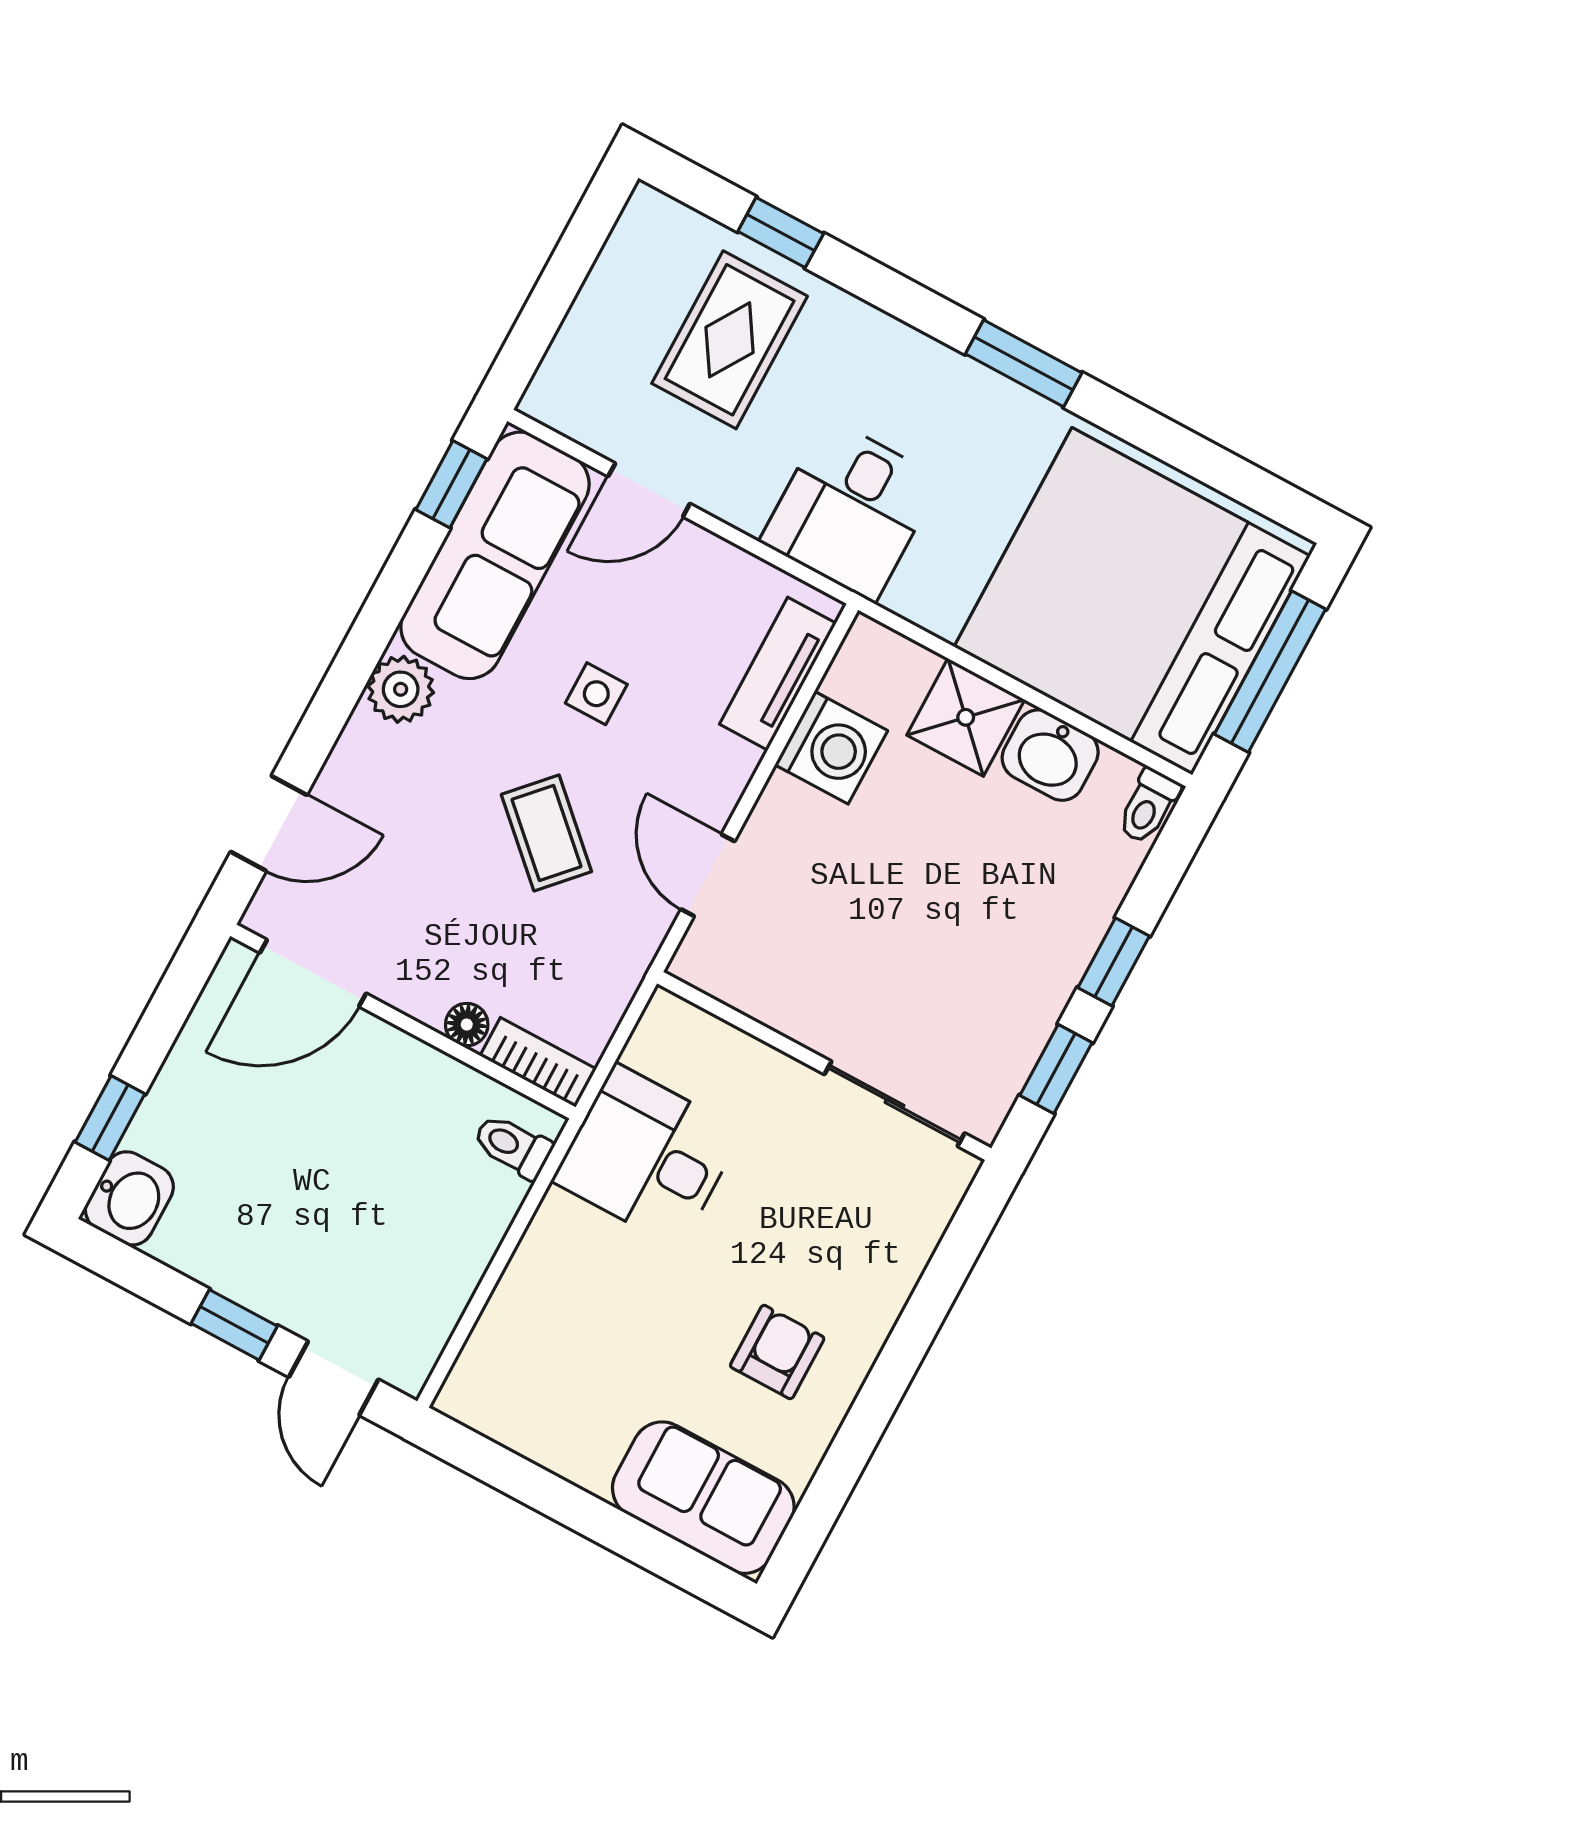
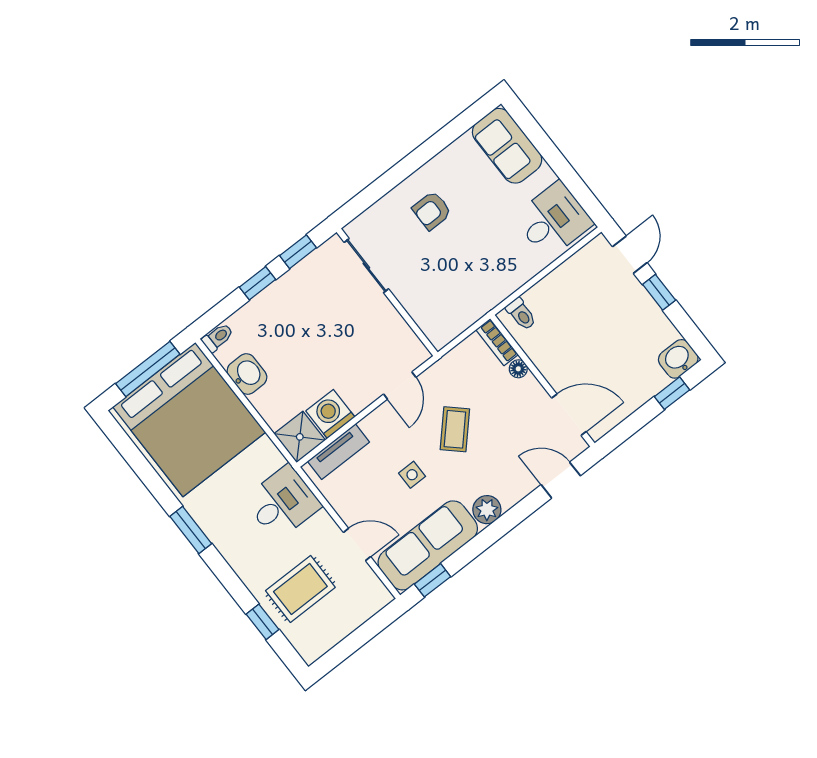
shower: (966, 717) -> (300, 437), moved
desk: (647, 1156) -> (553, 220), moved, turned -90
armchair: (777, 1352) -> (432, 211), moved

